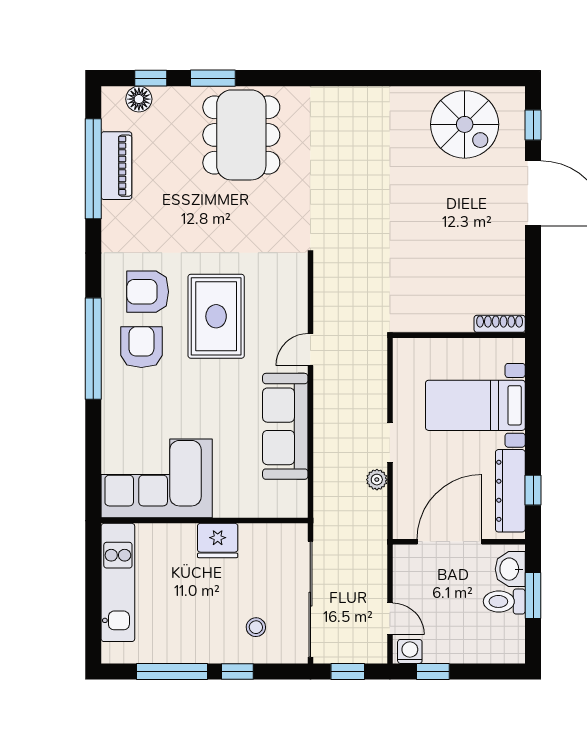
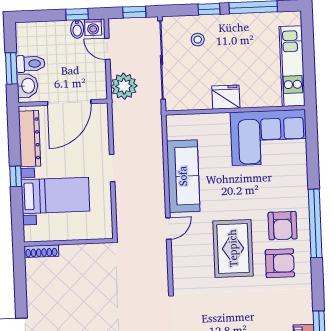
plant: (377, 480) -> (124, 86), moved, width x1.88, depth x1.88
window: (533, 490) -> (16, 176), moved
bidet: (433, 650) -> (77, 29), added

